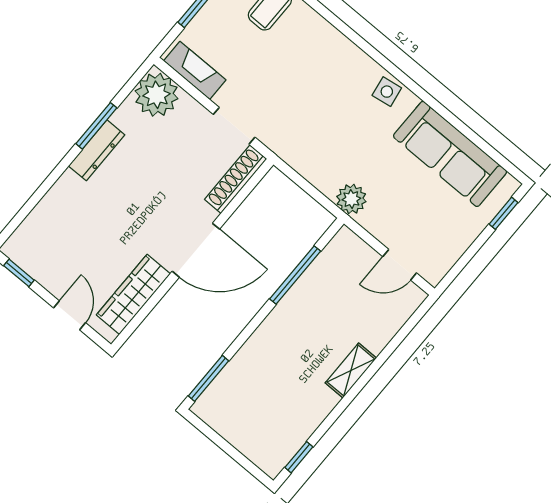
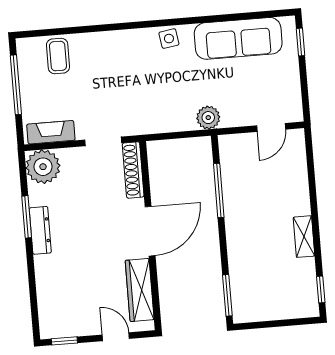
shelving: (351, 370) -> (304, 237), moved

